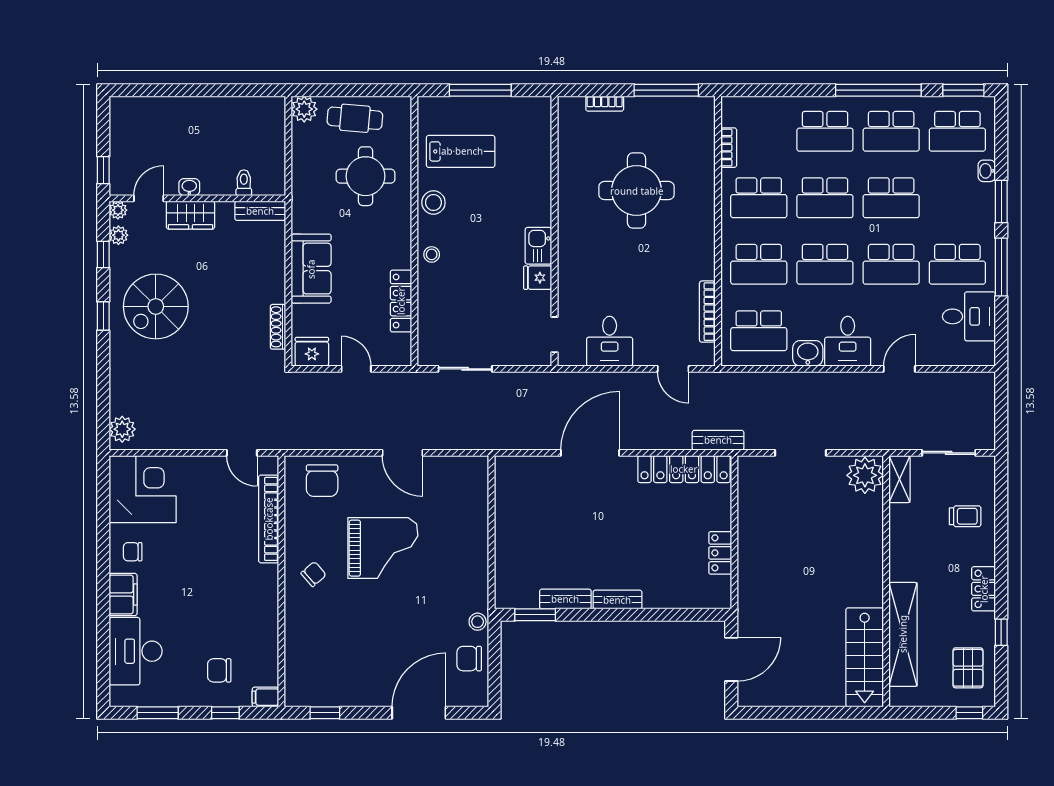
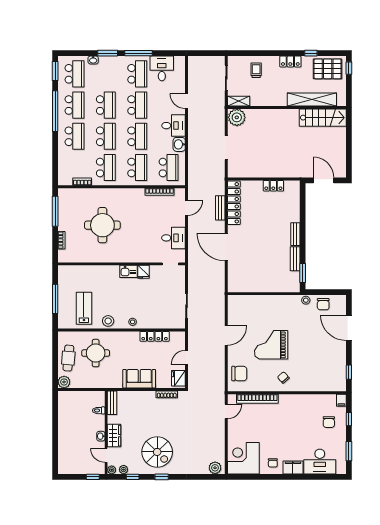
bench: (718, 440) -> (220, 208), moved
grand piano: (383, 548) -> (271, 345), turned -90
pallet: (968, 668) -> (328, 69), width x1.50, depth x1.42

